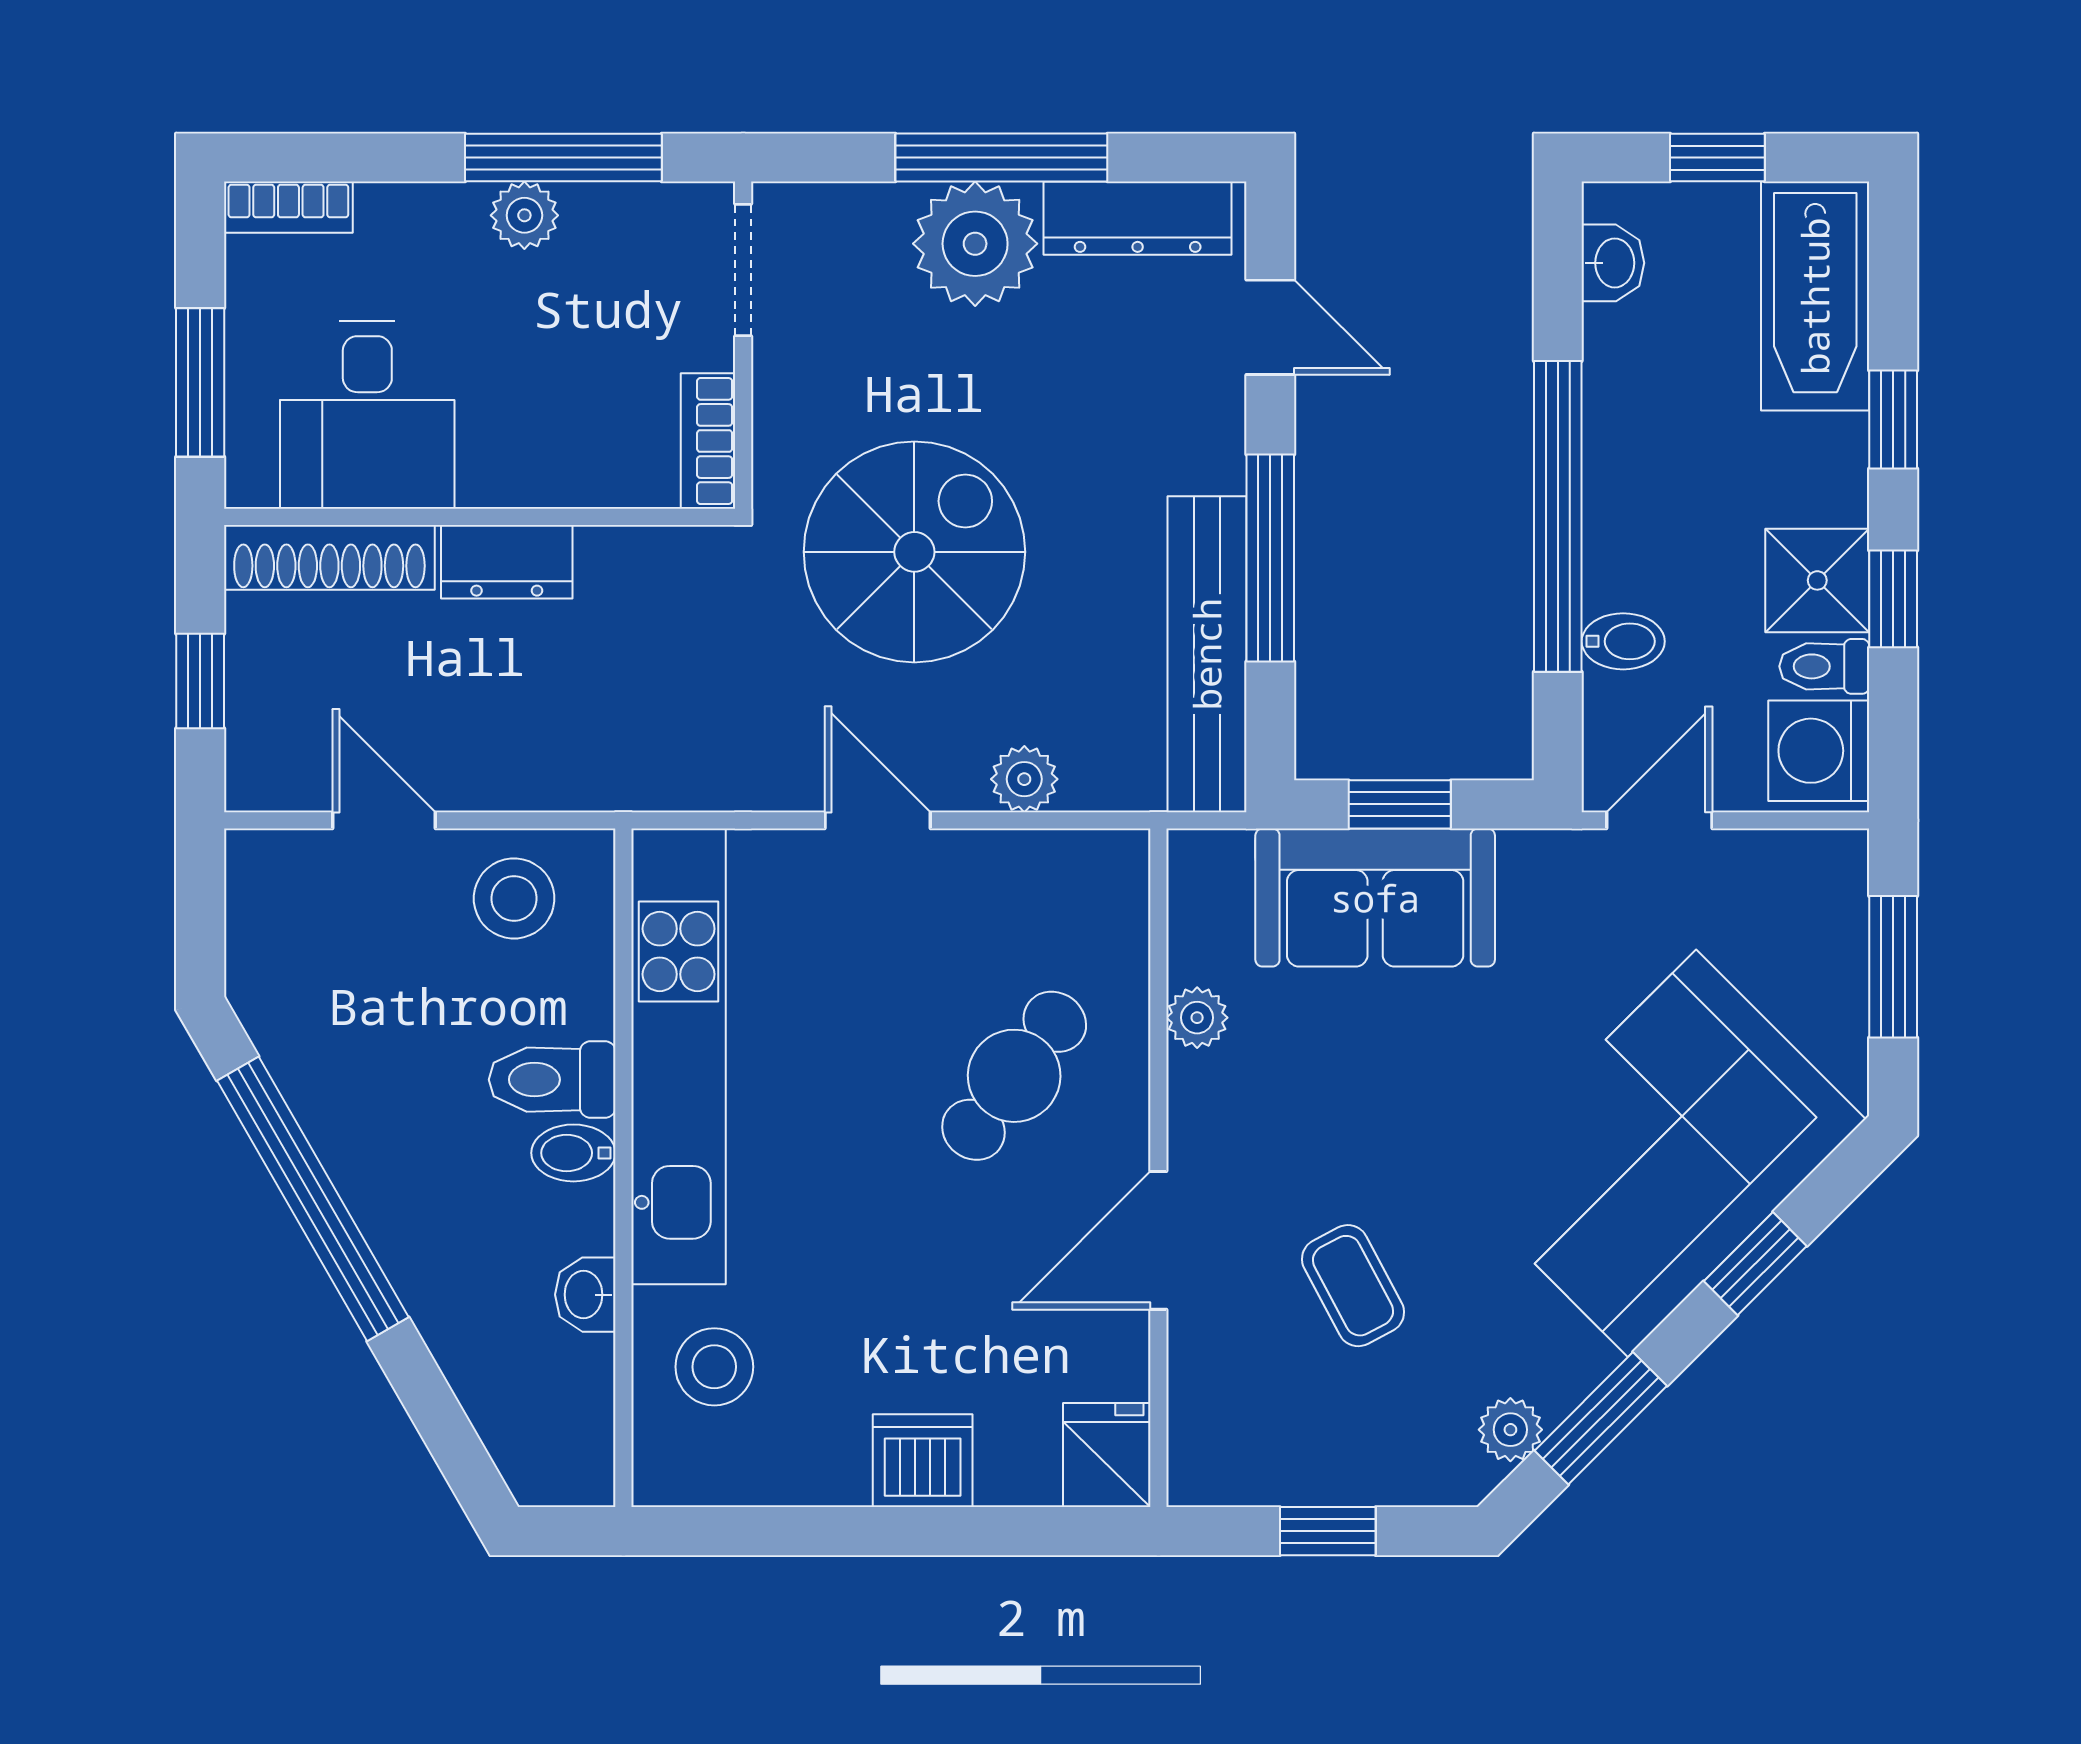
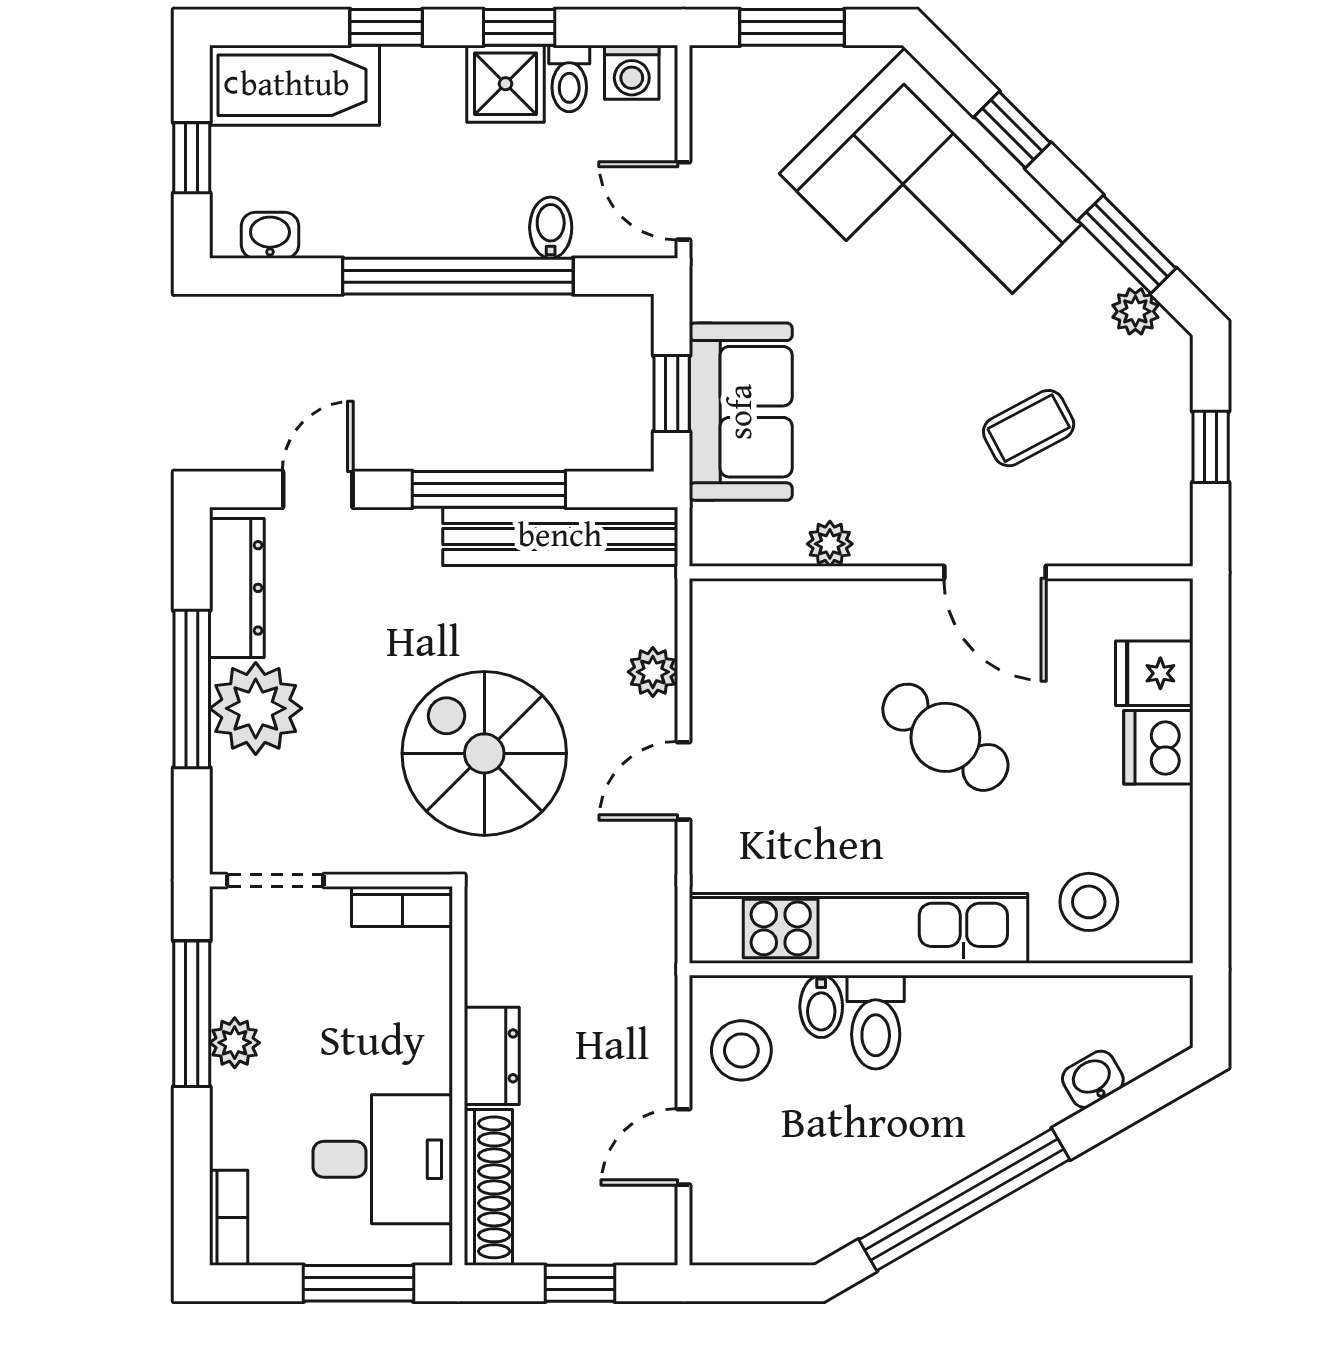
washing machine: (1819, 751) -> (632, 72), width x0.73, depth x0.73
cafe table: (1014, 1076) -> (945, 737), moved
bidet: (573, 1153) -> (821, 1006), moved
washbasin: (585, 1295) -> (1093, 1079), moved, turned 150
fridge: (1107, 1455) -> (1154, 673), moved

